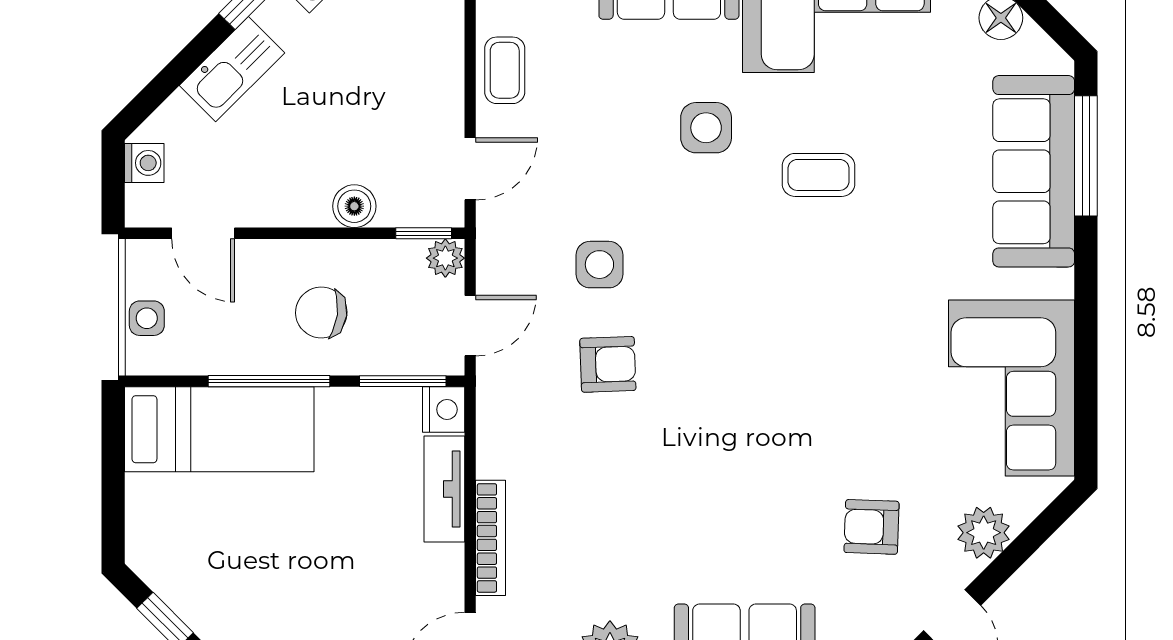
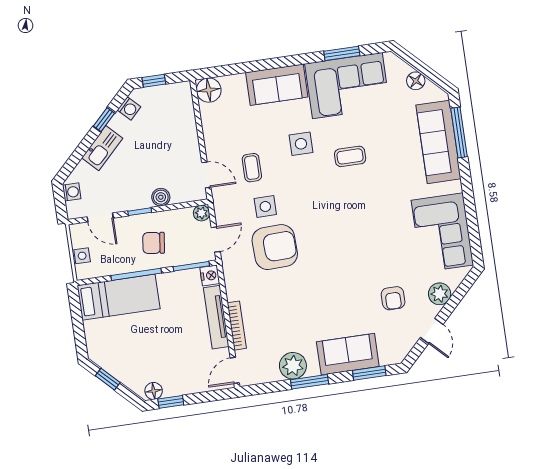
coffee table: (505, 70) -> (252, 168), moved
door: (470, 169) -> (206, 175), hinge flipped
window: (424, 233) -> (140, 212), moved
armchair: (608, 364) -> (275, 247), width x1.88, depth x1.88
tv unit: (444, 489) -> (216, 317), width x1.41
armchair: (872, 527) -> (393, 298), turned -92

